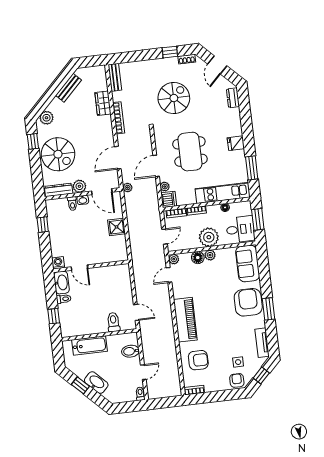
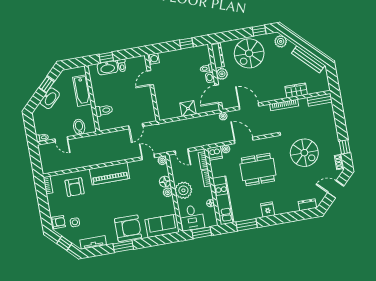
bench: (68, 88) -> (308, 59), width x1.36
washbasin: (62, 283) -> (108, 68), moved
door: (136, 312) -> (136, 126), moved

